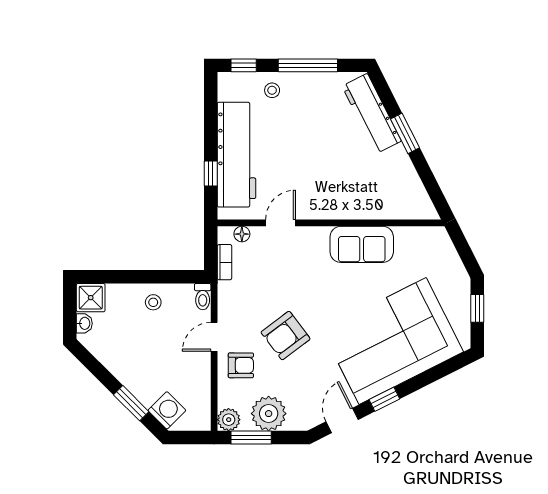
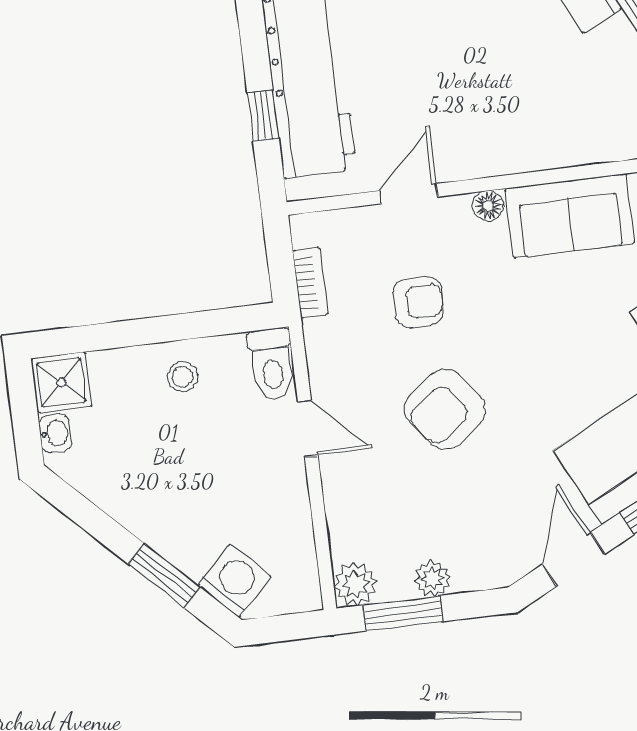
floor lamp: (242, 234) -> (488, 206), moved
toilet: (203, 297) -> (272, 364), width x1.37, depth x1.39
door: (214, 337) -> (308, 428), swing flipped
armchair: (241, 365) -> (418, 302), moved
plant: (269, 414) -> (433, 579), width x0.53, depth x0.53

